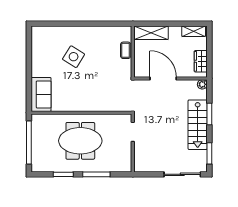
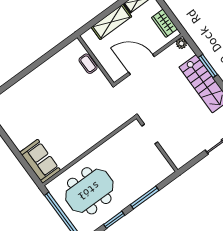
shelving: (151, 33) -> (111, 22), moved
side table: (74, 57) -> (44, 105), removed
meeting table: (80, 141) -> (89, 191), moved

